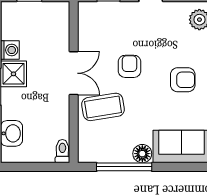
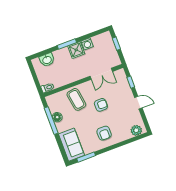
double door: (74, 73) -> (101, 74), moved
floor lamp: (142, 154) -> (57, 117), moved

